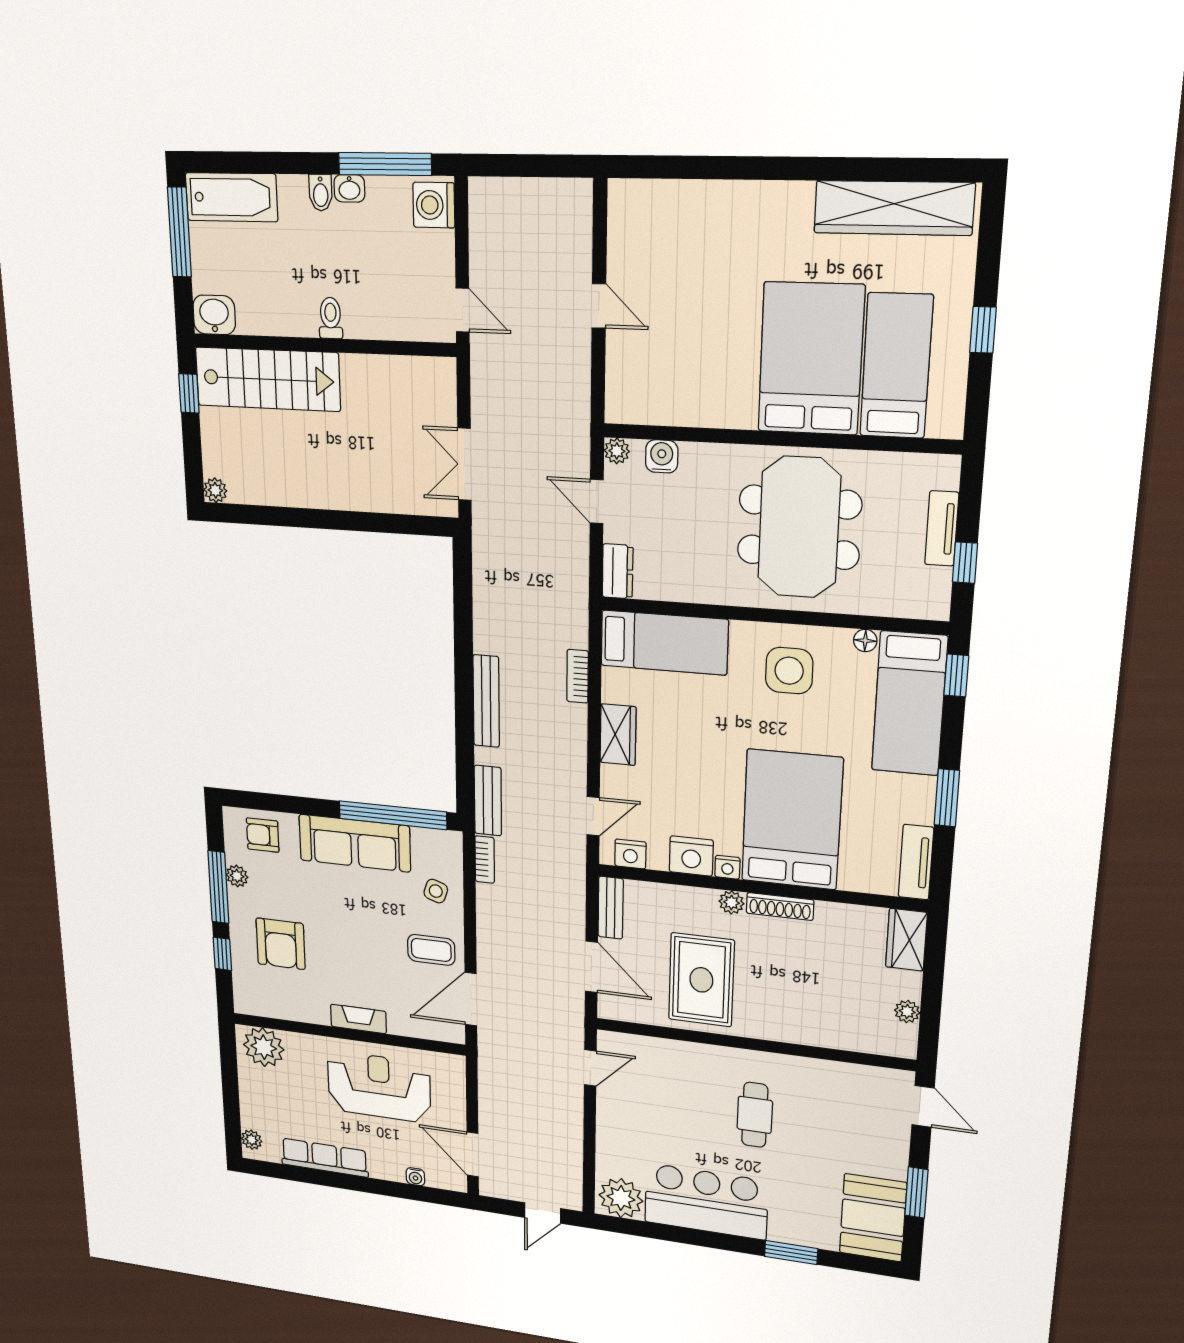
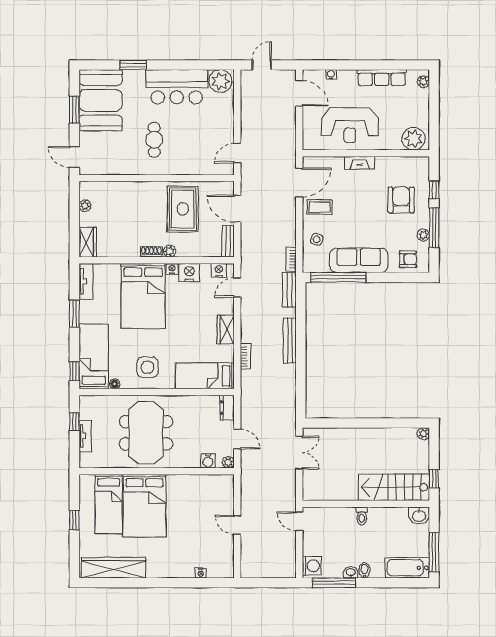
nightstand: (684, 192) -> (201, 573), added
shoe rack: (780, 907) -> (151, 252), width x0.70
booth: (873, 1218) -> (101, 100), width x1.36, depth x1.42

